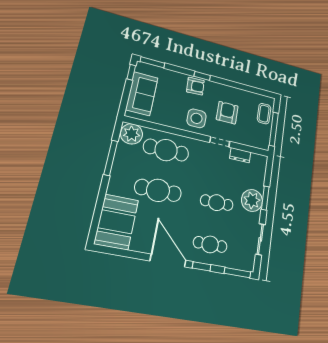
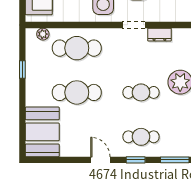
plant: (132, 134) -> (43, 34), width x0.53, depth x0.53
window: (111, 158) -> (22, 70), width x0.46
door: (168, 261) -> (100, 160), width x0.53

